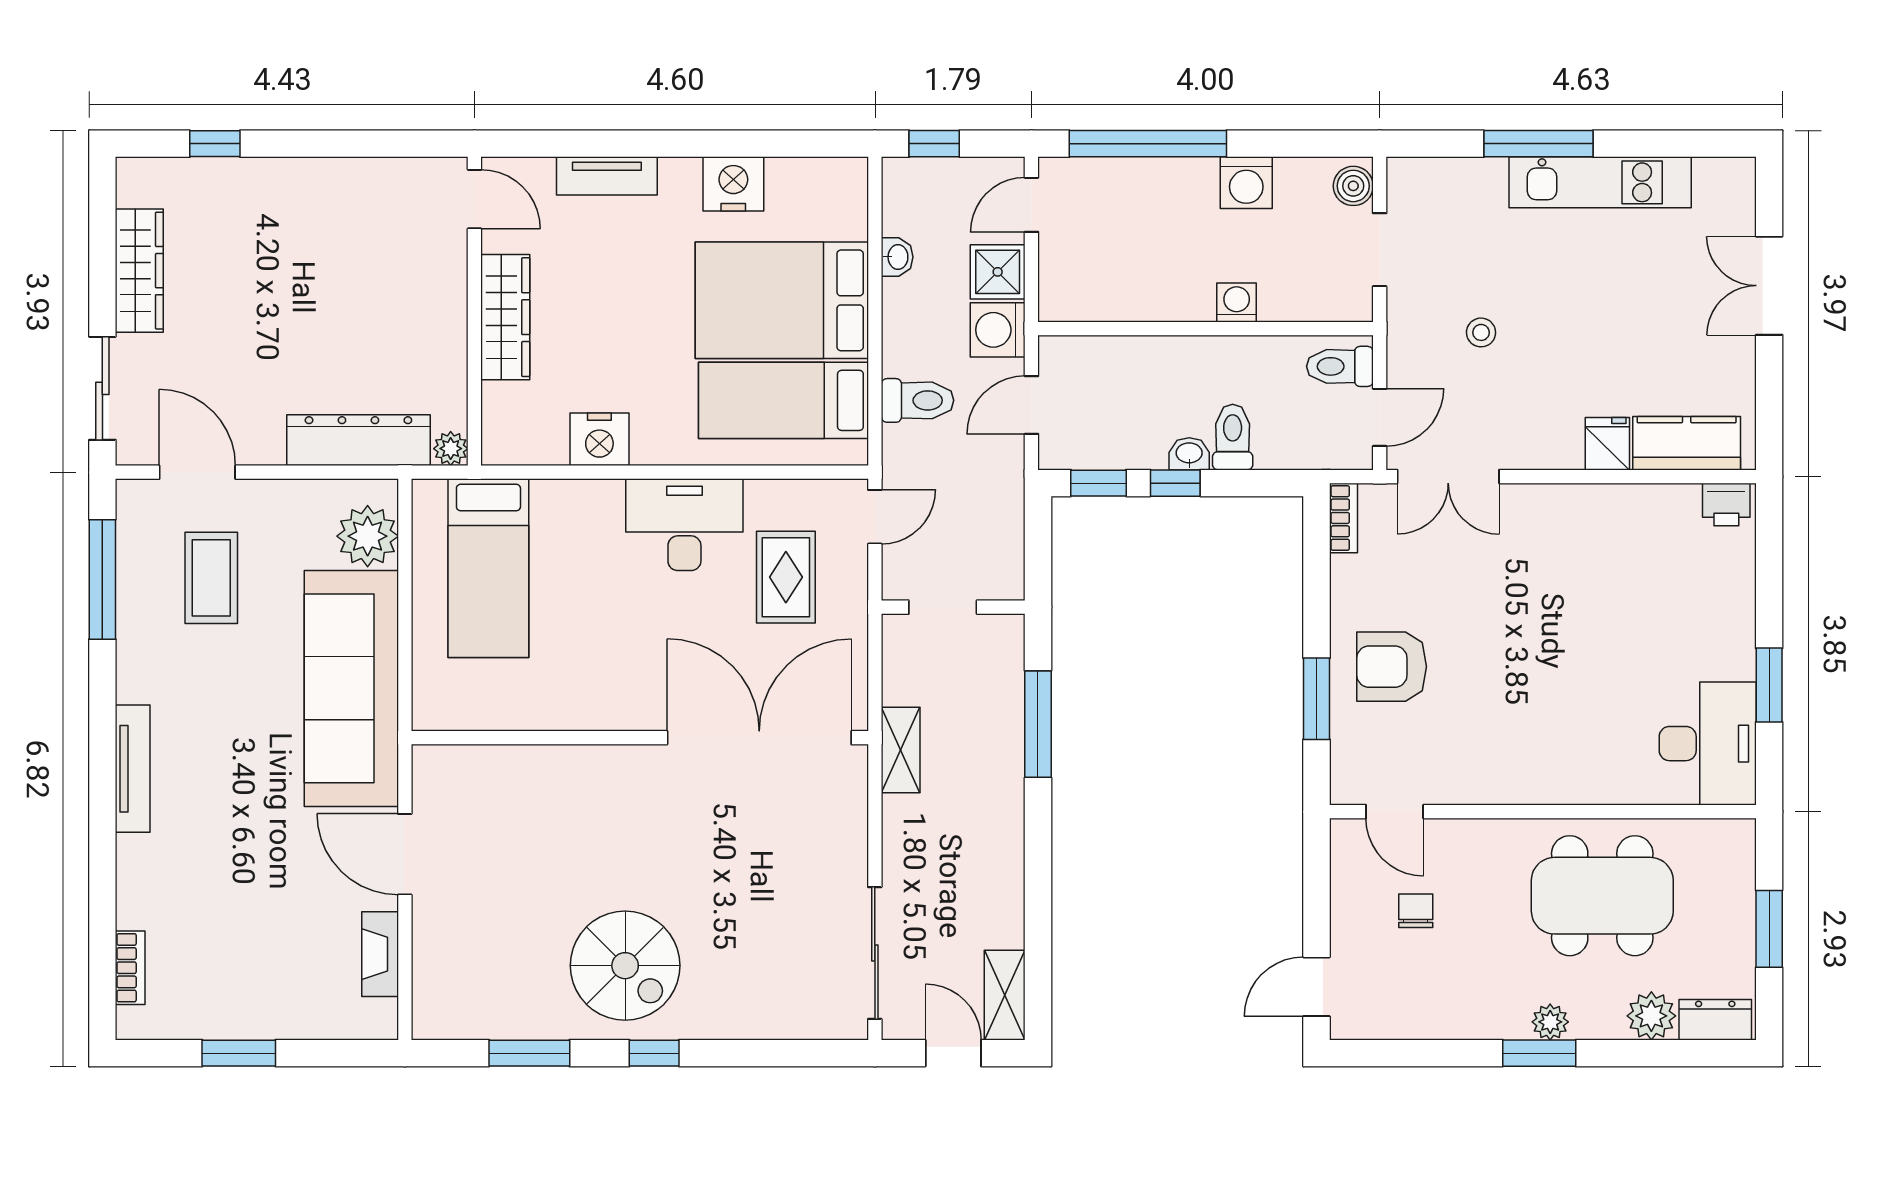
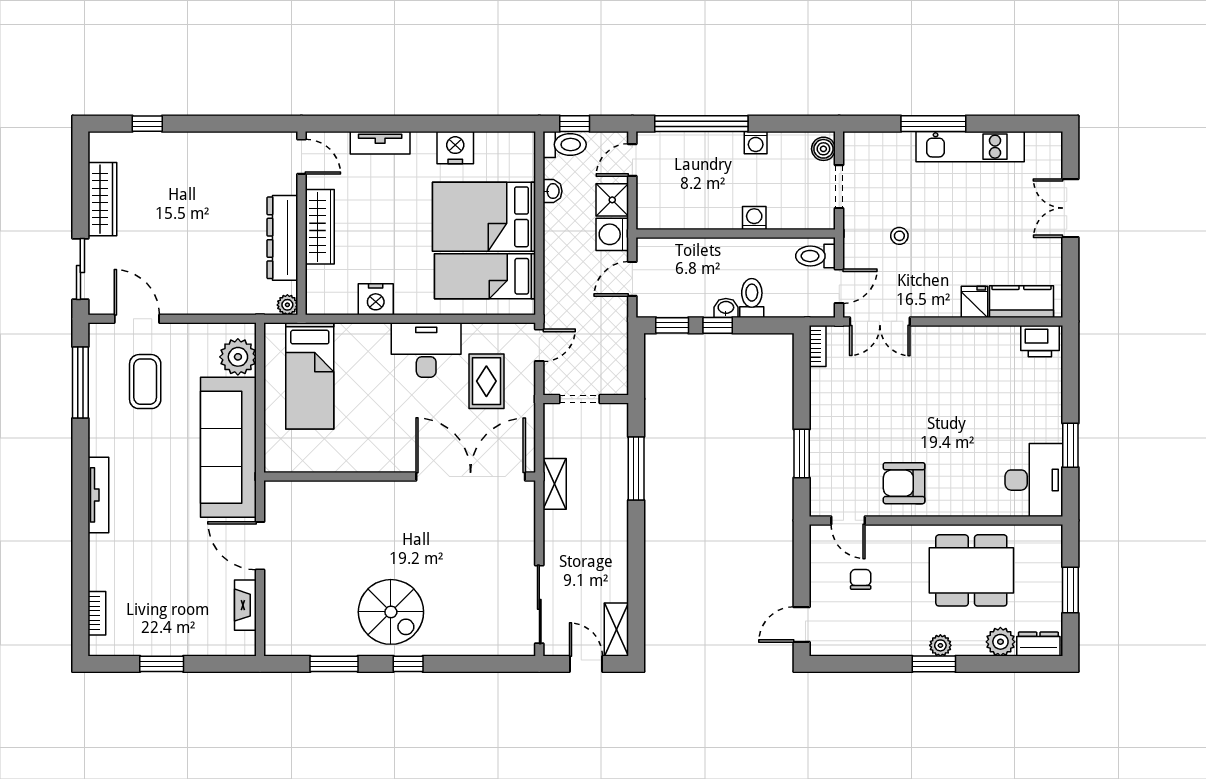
washing machine: (1246, 183) -> (756, 143), width x0.73, depth x0.73
toilet: (918, 400) -> (565, 145), moved
dresser: (358, 440) -> (282, 238), moved, turned -90
printer: (1726, 505) -> (1040, 341), width x1.36, depth x1.24
armchair: (1392, 667) -> (904, 483), moved

